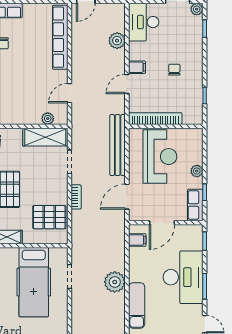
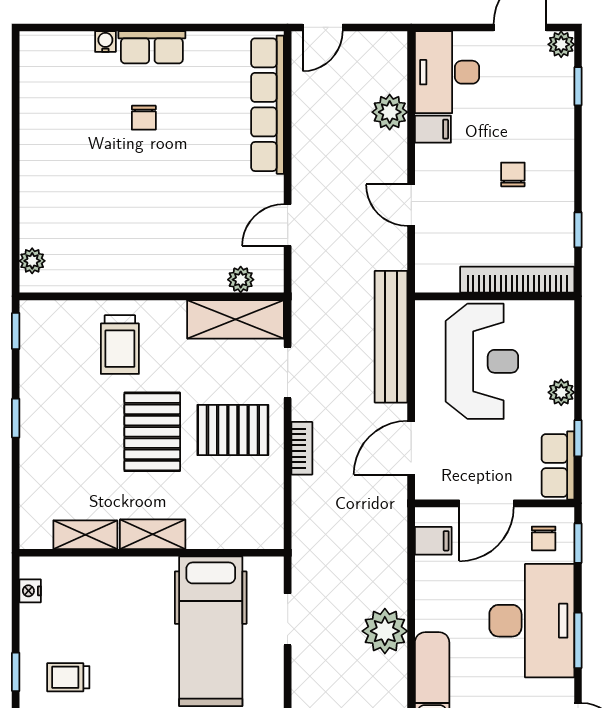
filing cabinet: (137, 67) -> (433, 129), moved
door: (127, 84) -> (411, 205), hinge flipped
bookcase: (155, 119) -> (517, 280), moved
pallet: (49, 217) -> (233, 430), moved
chair: (189, 239) -> (544, 538), added

